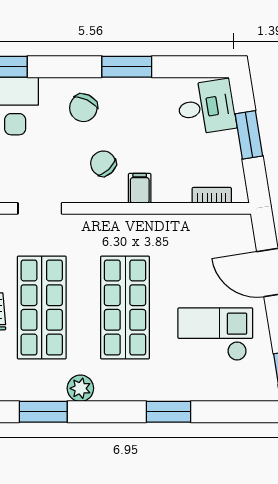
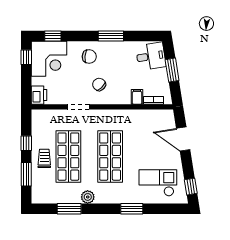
chair: (83, 108) -> (89, 57), turned -111
filing cabinet: (140, 188) -> (137, 97), moved
doorway: (40, 208) -> (78, 107), moved
checkout: (215, 334) -> (158, 183), moved

